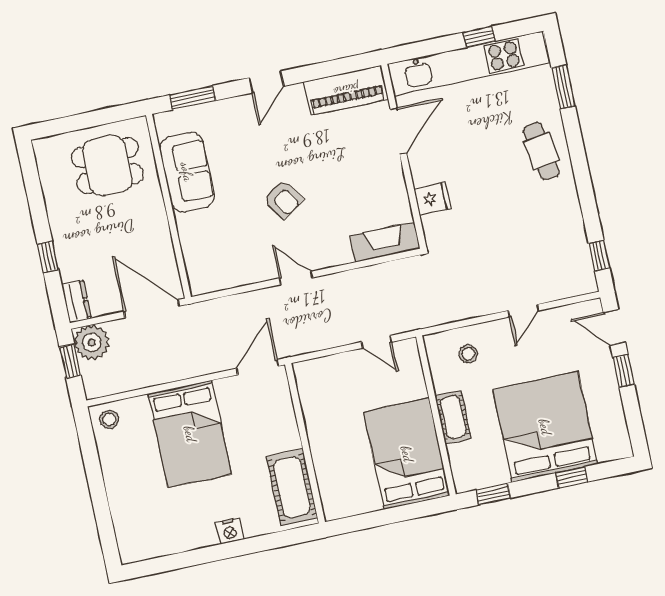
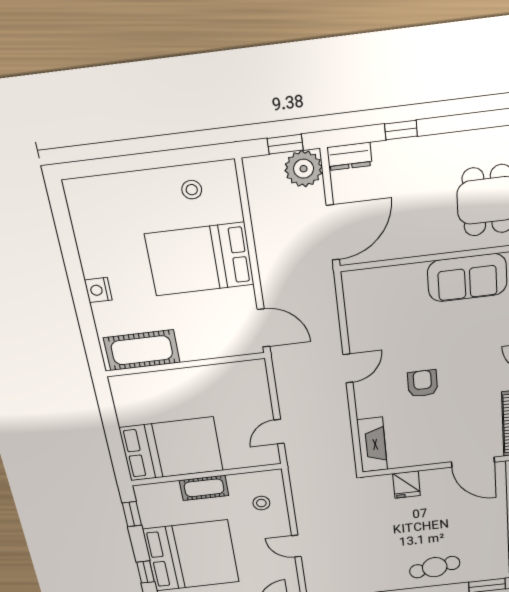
armchair: (283, 199) -> (423, 383), moved, turned 123
stool: (109, 419) -> (192, 190), moved

